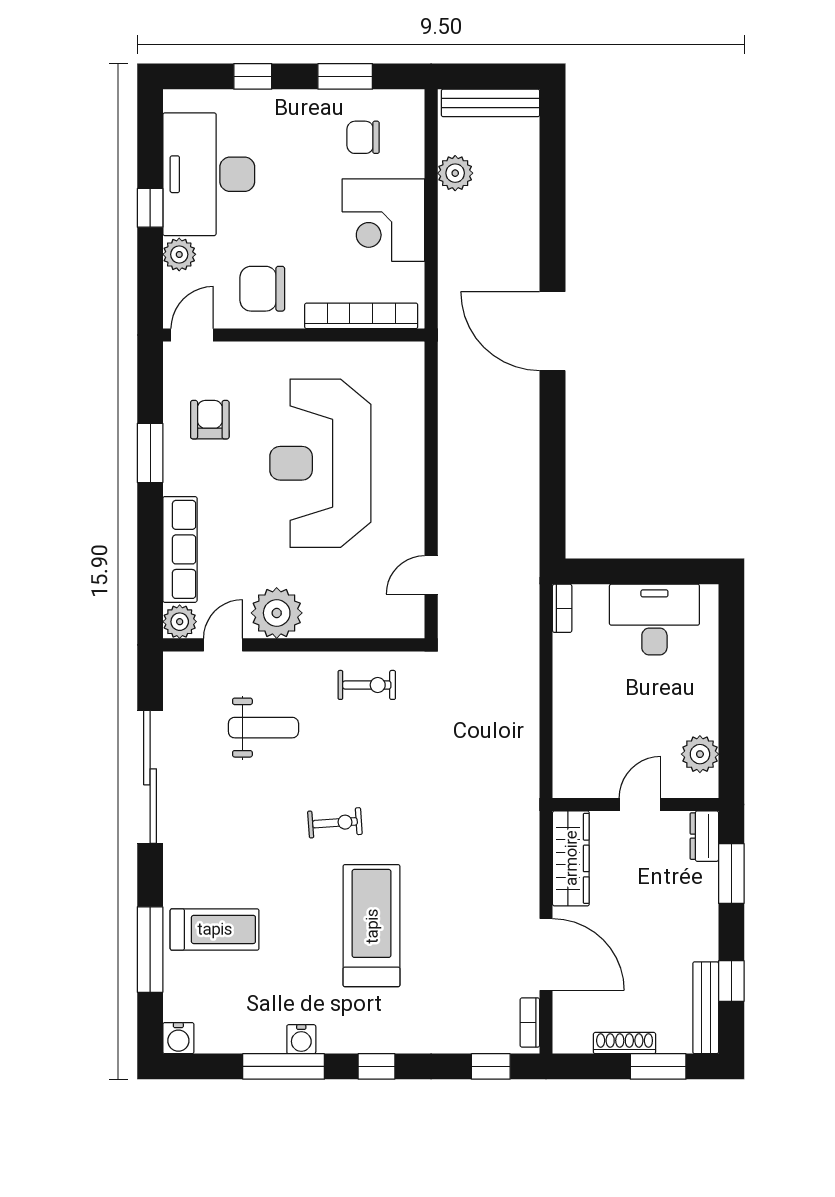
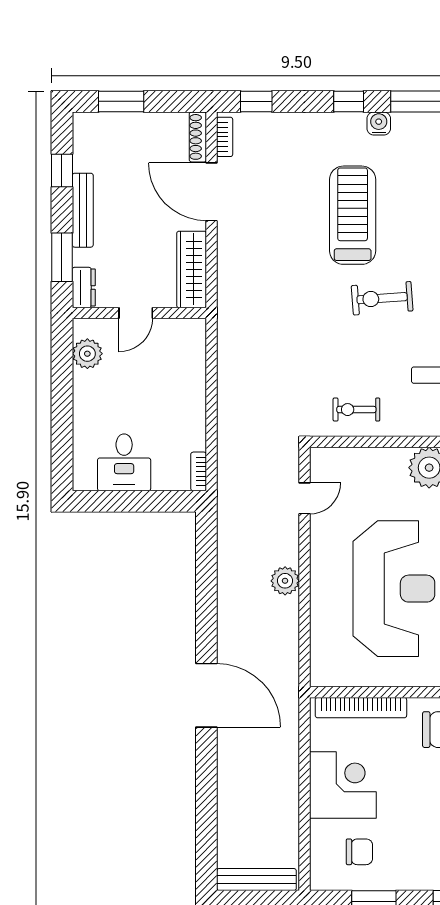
plant: (455, 173) -> (285, 581), moved
desk: (654, 620) -> (124, 462), width x0.73
exercise bike: (335, 823) -> (382, 298), width x1.38, depth x1.39
treadmill: (372, 926) -> (353, 215), turned 180
bench: (706, 1008) -> (83, 210), moved
water cooler: (301, 1039) -> (379, 123), moved
shoe rack: (625, 1043) -> (198, 137), moved, turned 90

